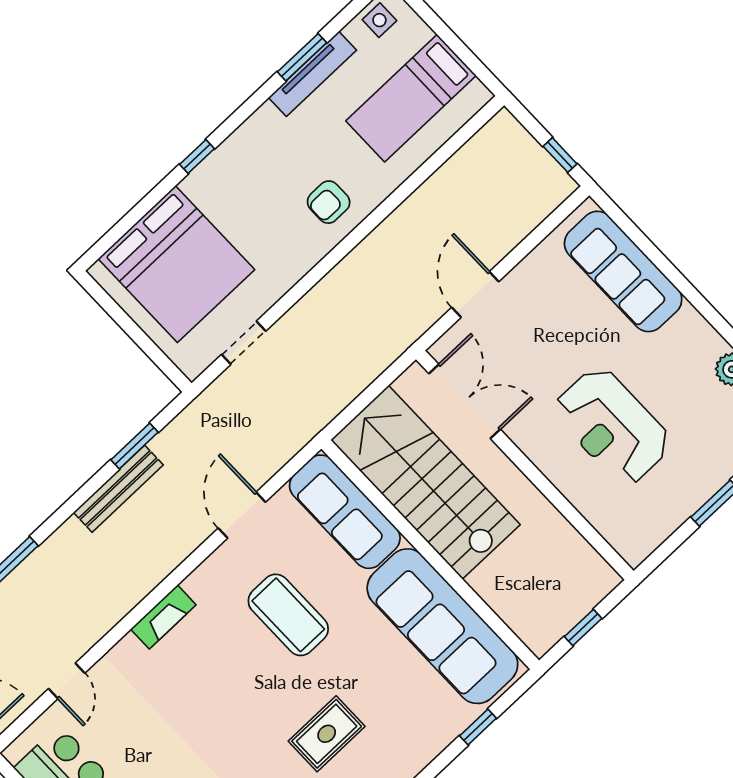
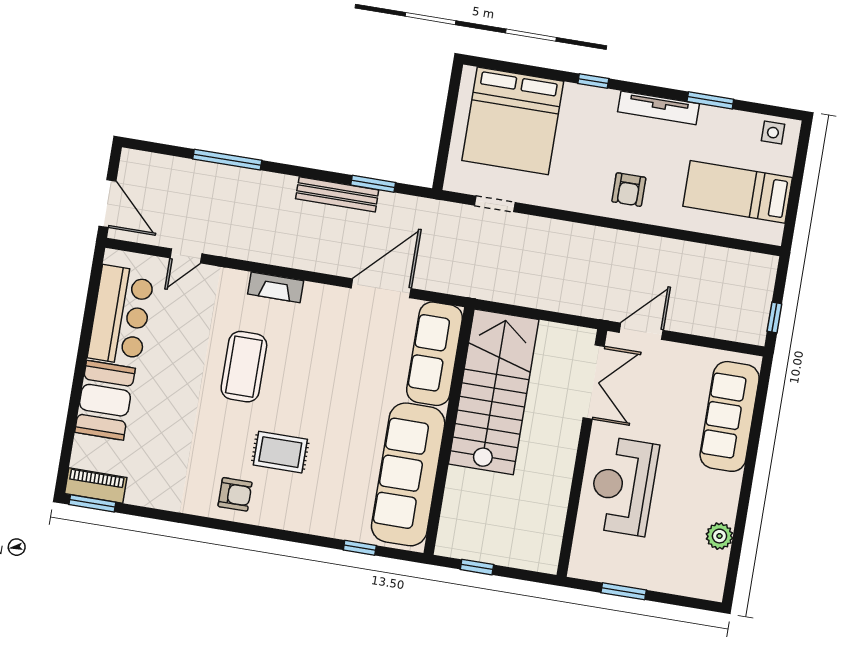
tv unit: (313, 74) -> (659, 108), moved
armchair: (329, 202) -> (629, 190), turned -90
double door: (465, 401) -> (594, 382), moved
wall: (525, 465) -> (582, 453), moved
door: (242, 515) -> (381, 288), width x1.36
coffee table: (288, 615) -> (244, 367), moved

